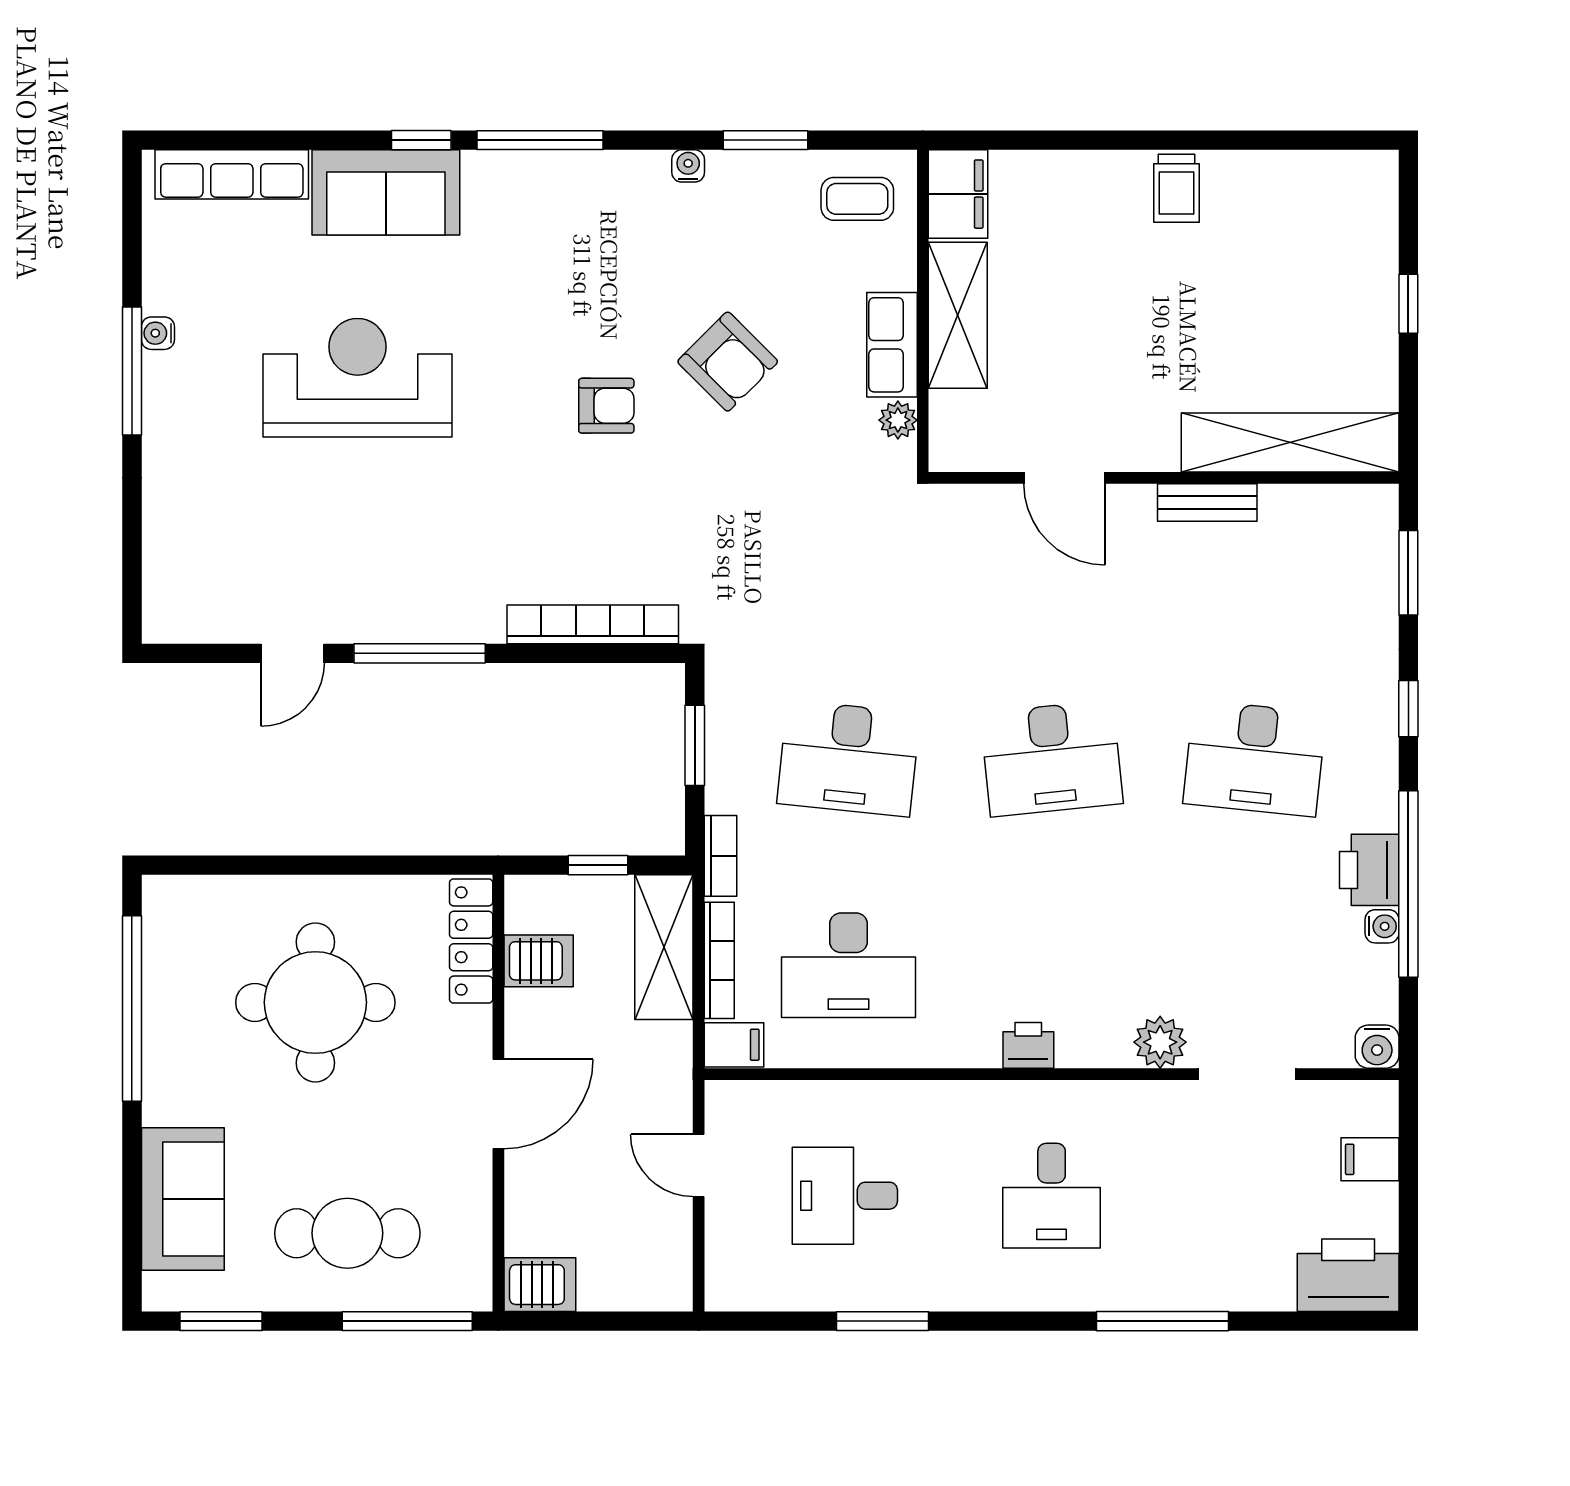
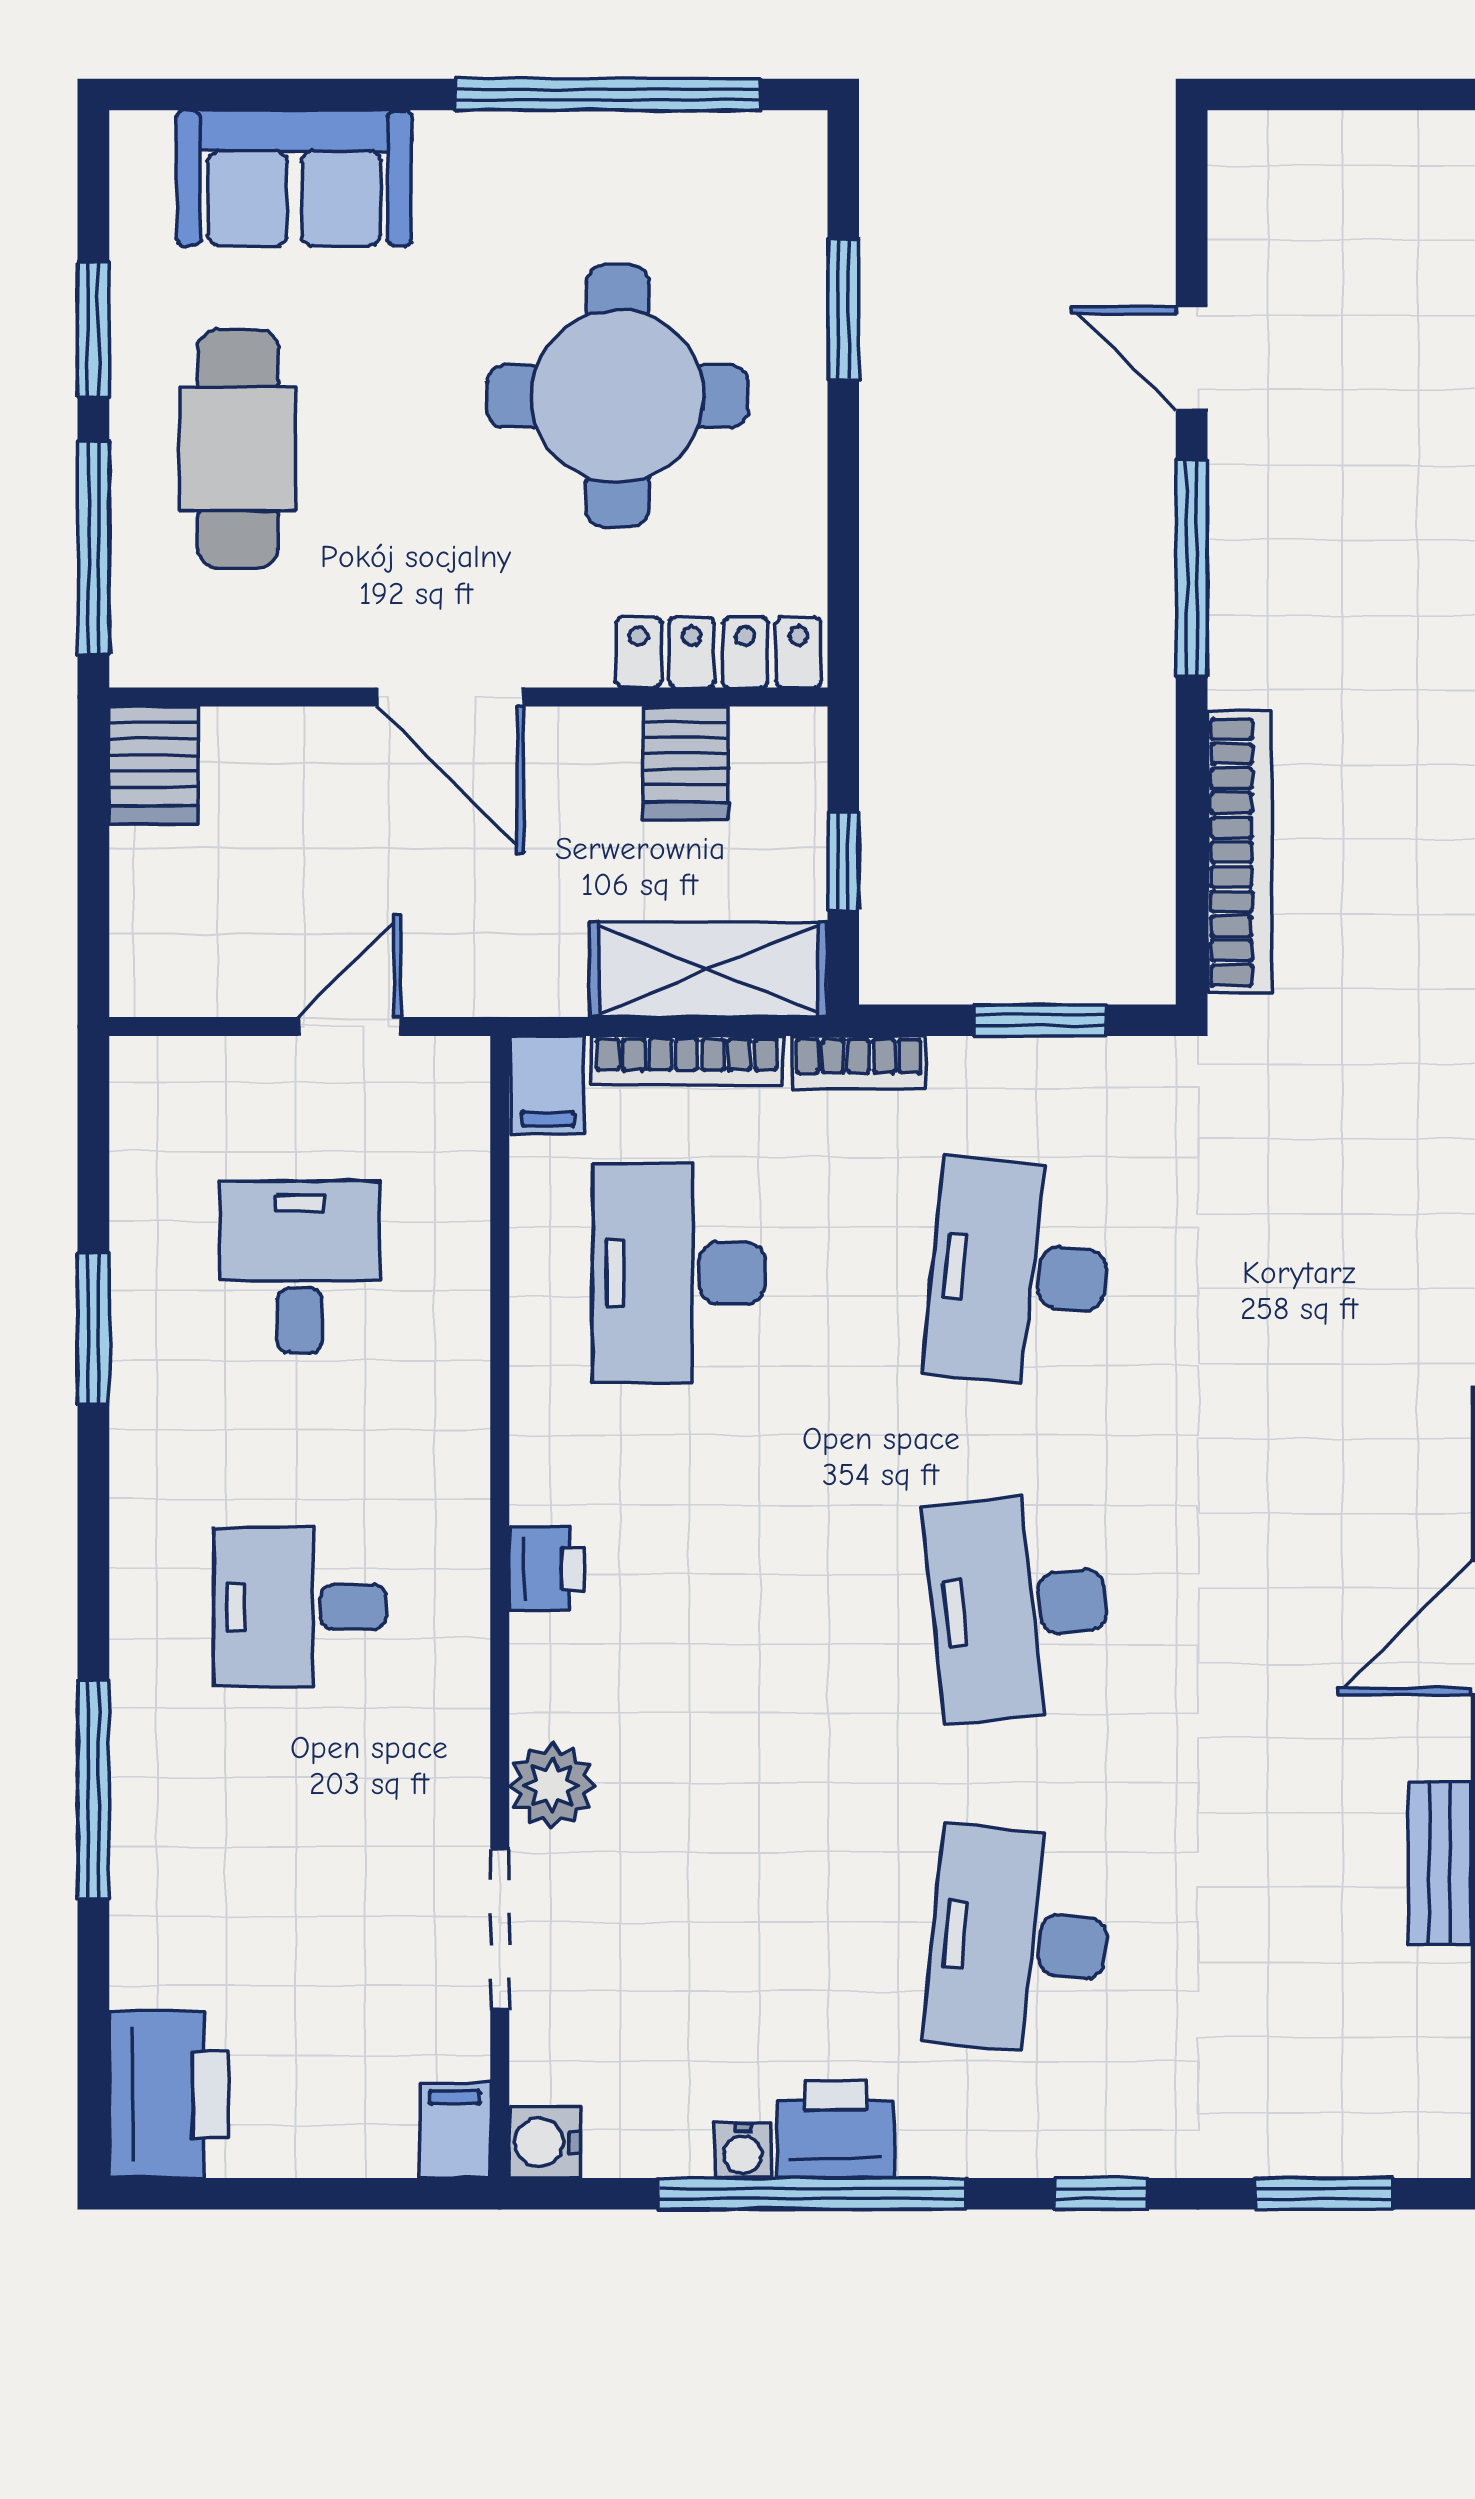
window: (262, 865) -> (843, 309), added
filing cabinet: (1370, 1159) -> (455, 2131), moved
window: (221, 1321) -> (93, 330), moved

